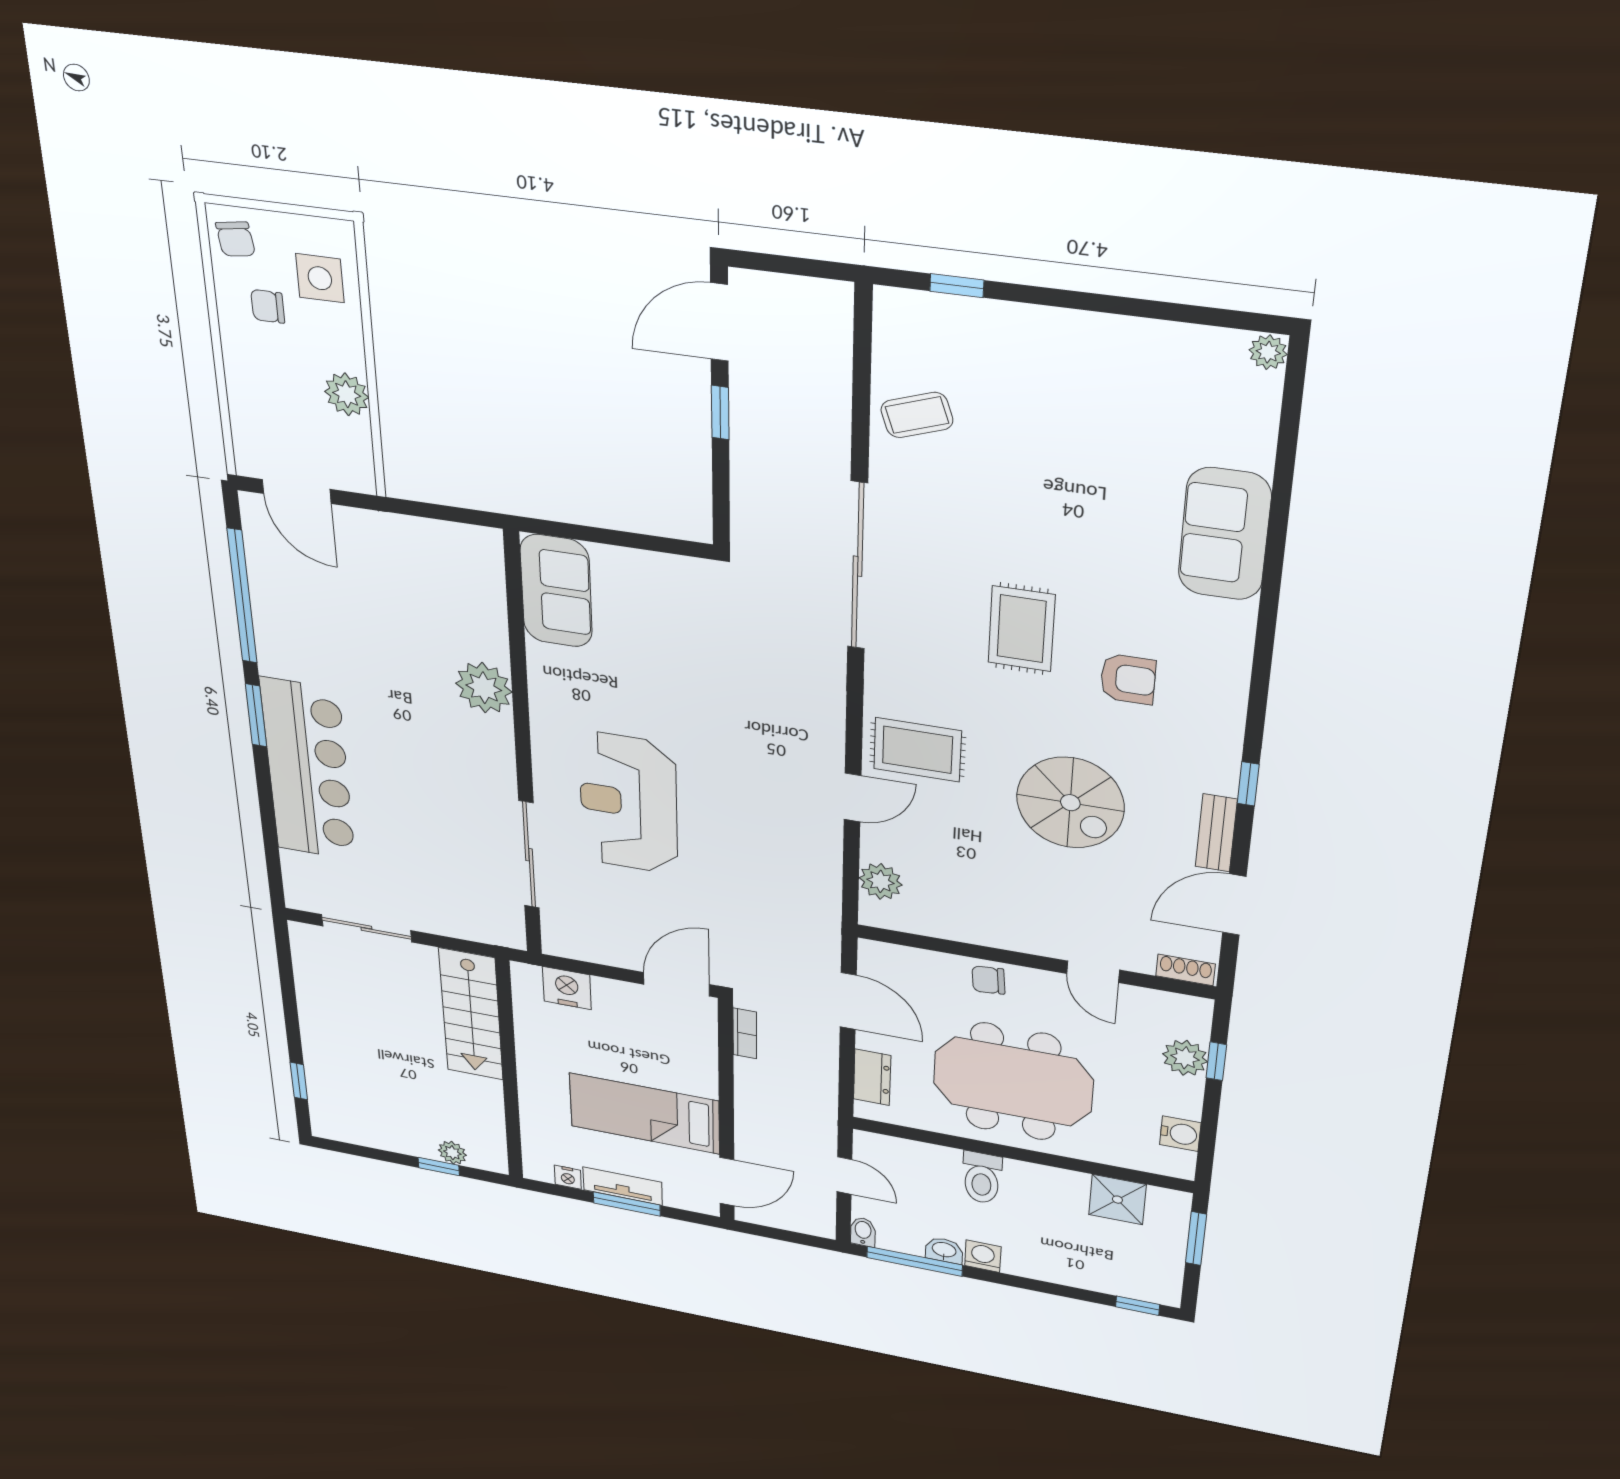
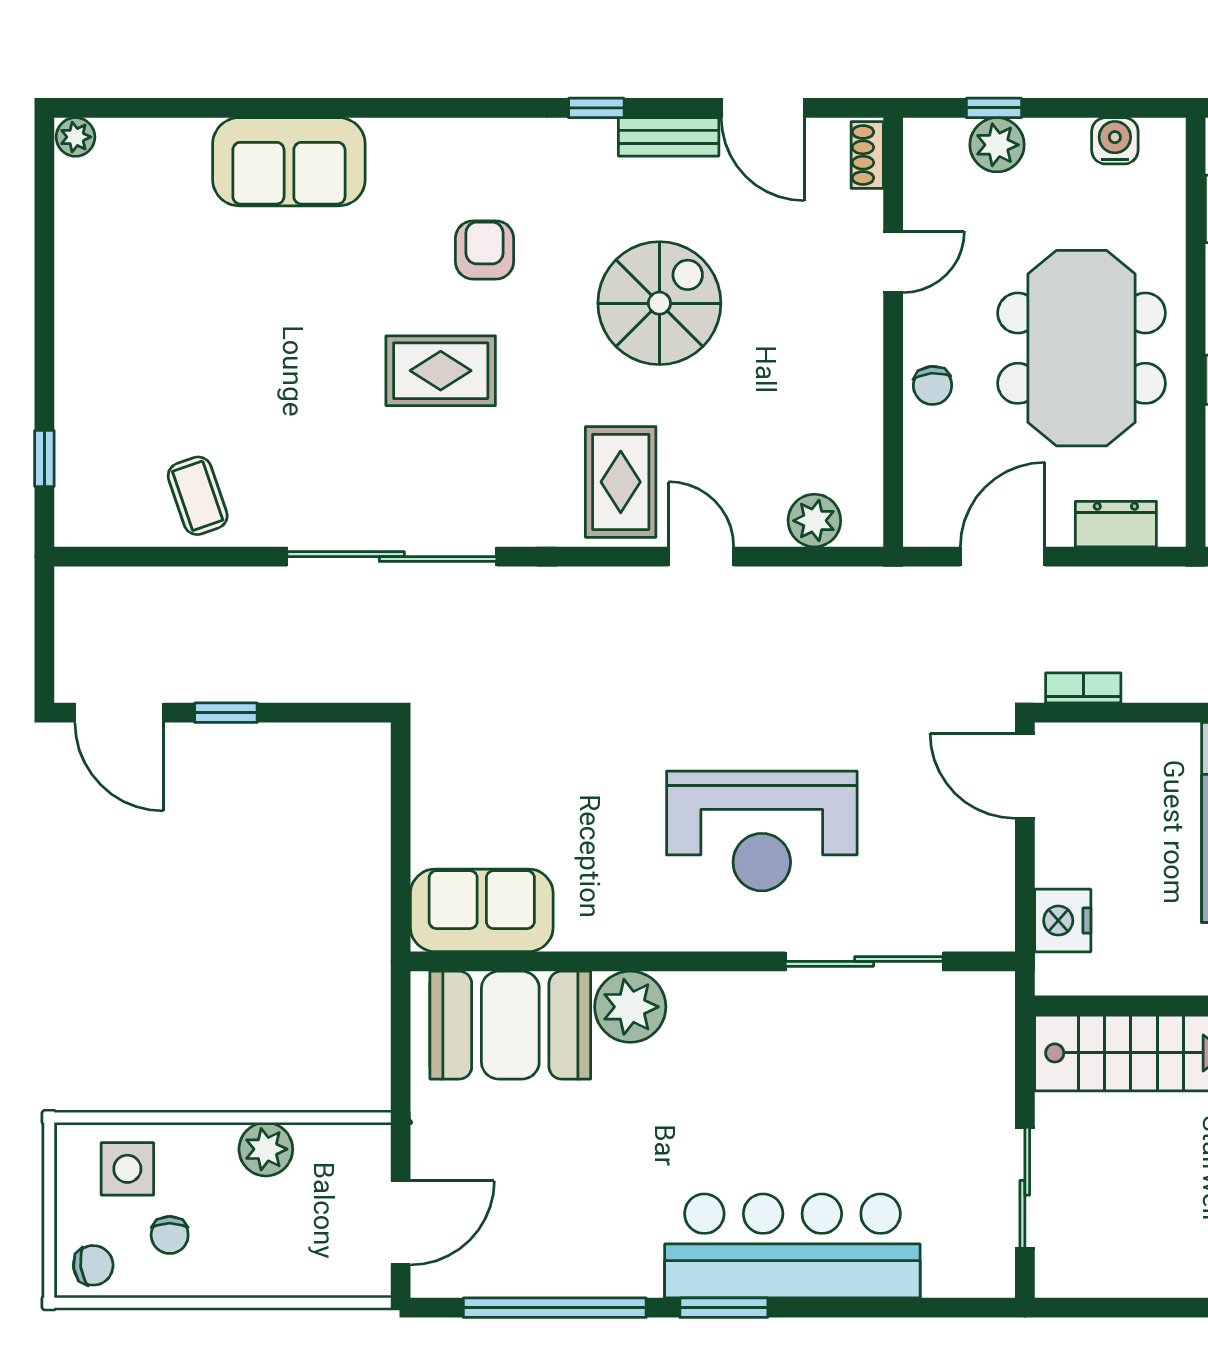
booth: (463, 598) -> (510, 1025), added

